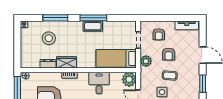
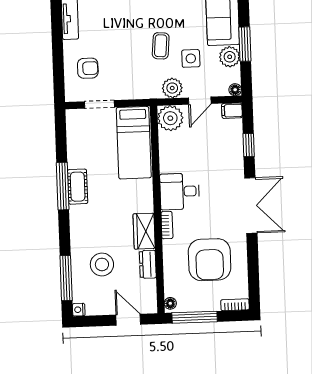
window: (55, 18) -> (66, 278), moved
door: (17, 52) -> (128, 320), added
armchair: (169, 54) -> (123, 49), removed
plant: (146, 61) -> (172, 88), moved
desk: (99, 83) -> (180, 191), moved

